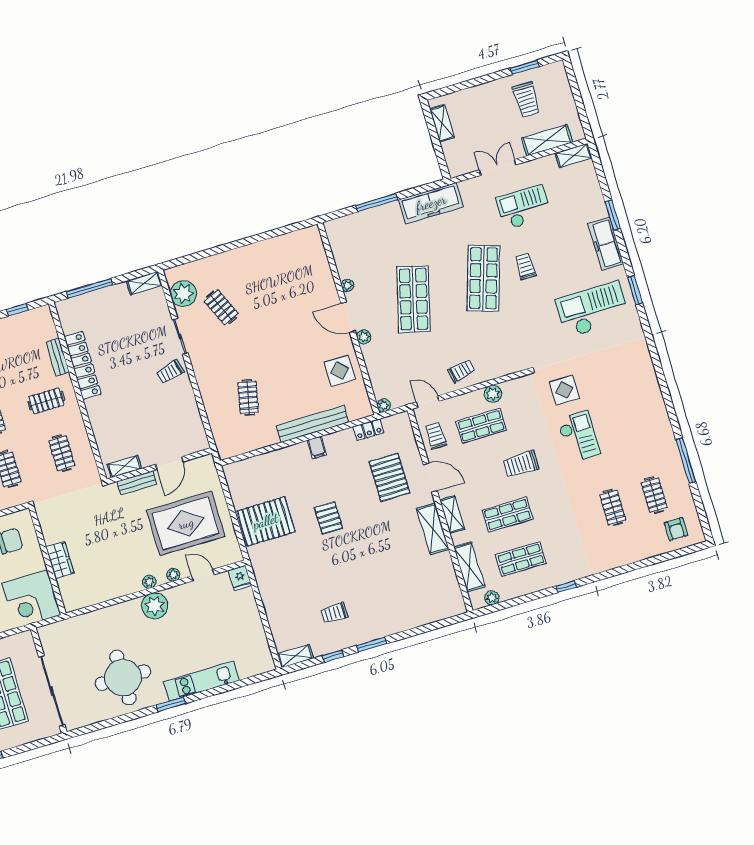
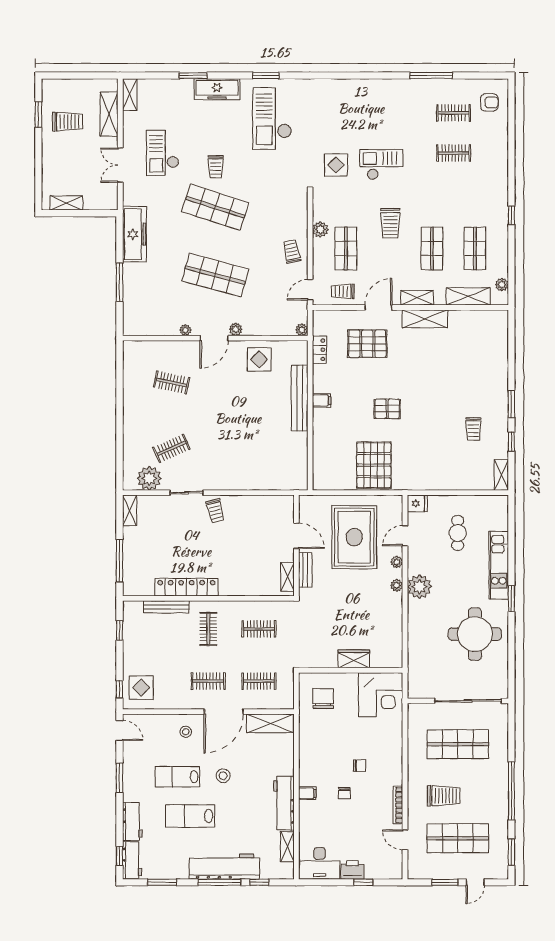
trolley: (525, 266) -> (216, 167), turned -90
bench: (58, 357) -> (166, 607), width x1.36
clothes rail: (248, 398) -> (171, 382), moved
cafe table: (222, 629) -> (458, 533), added

